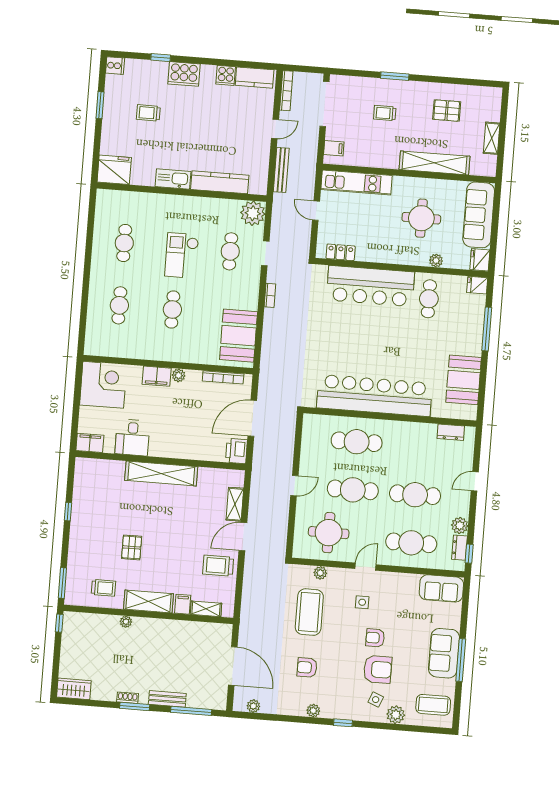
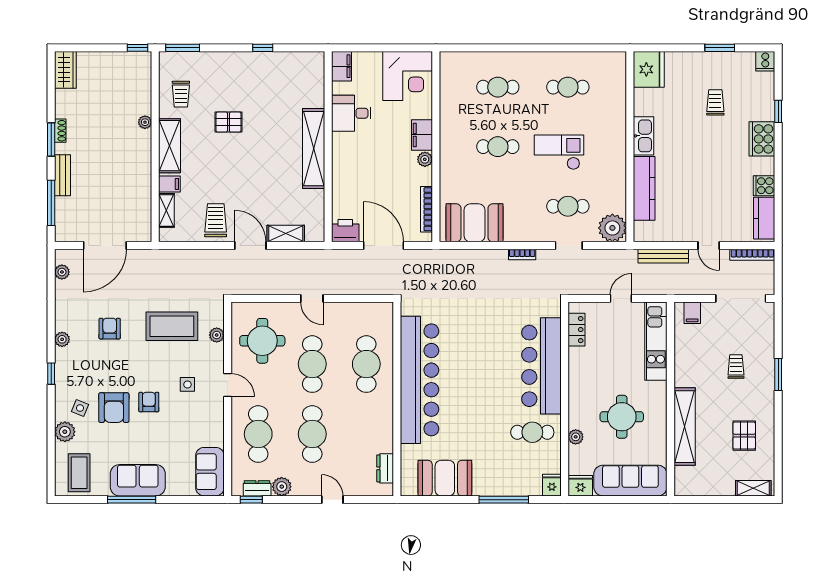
shelving: (492, 138) -> (753, 488), moved

